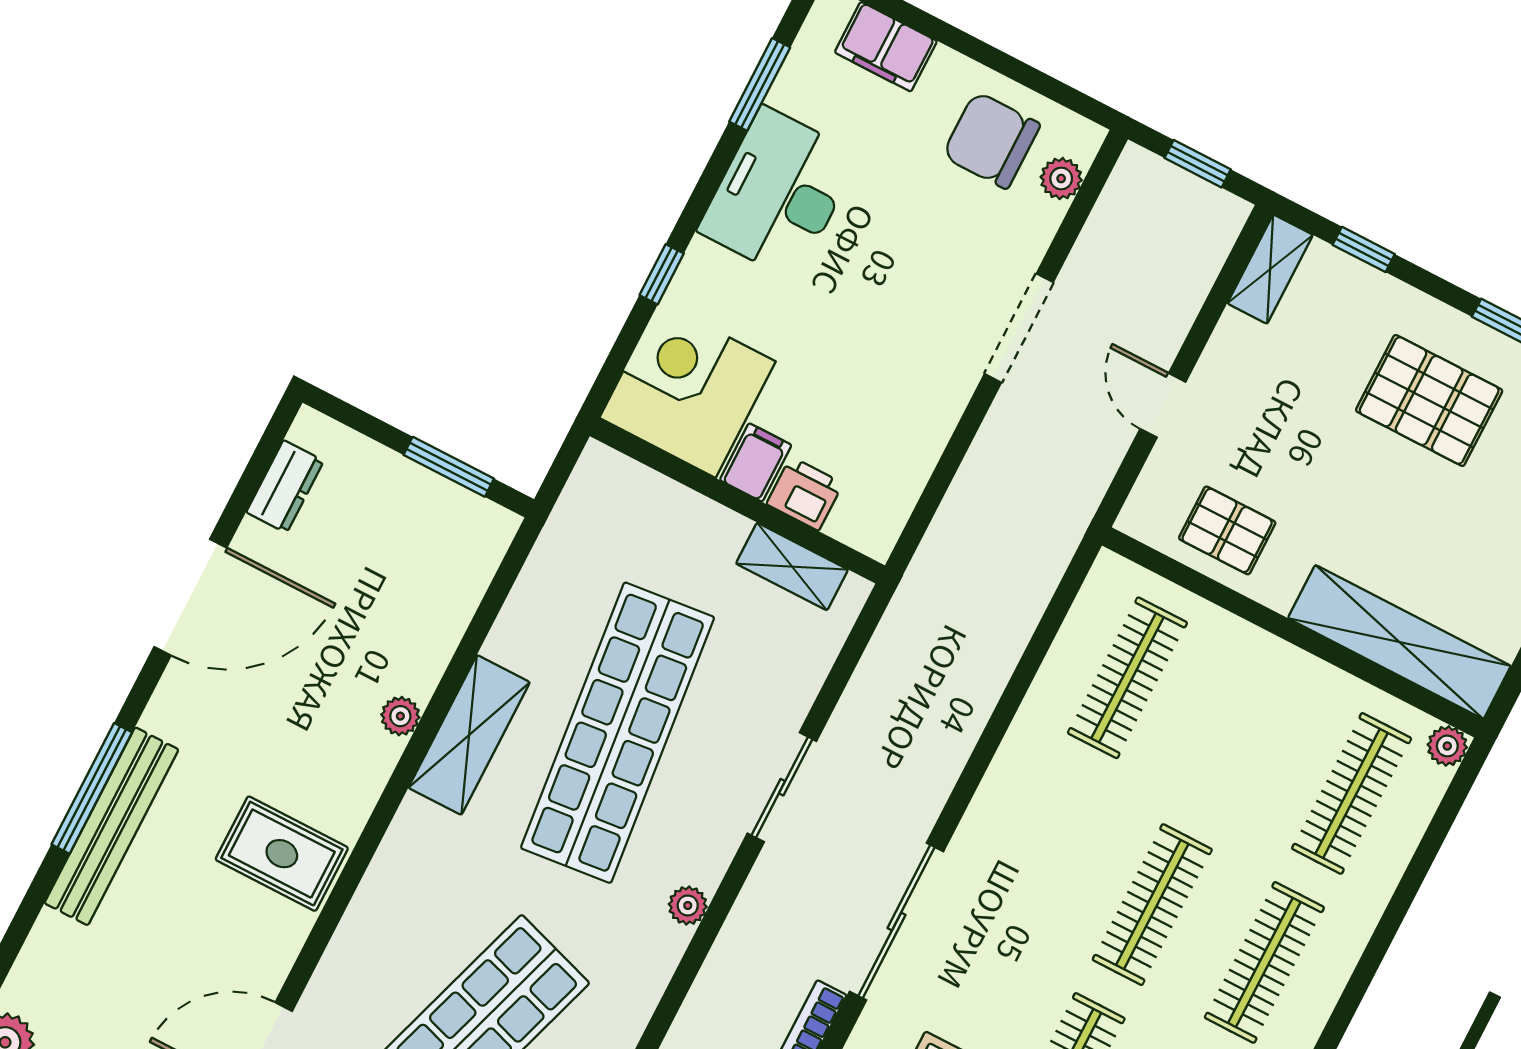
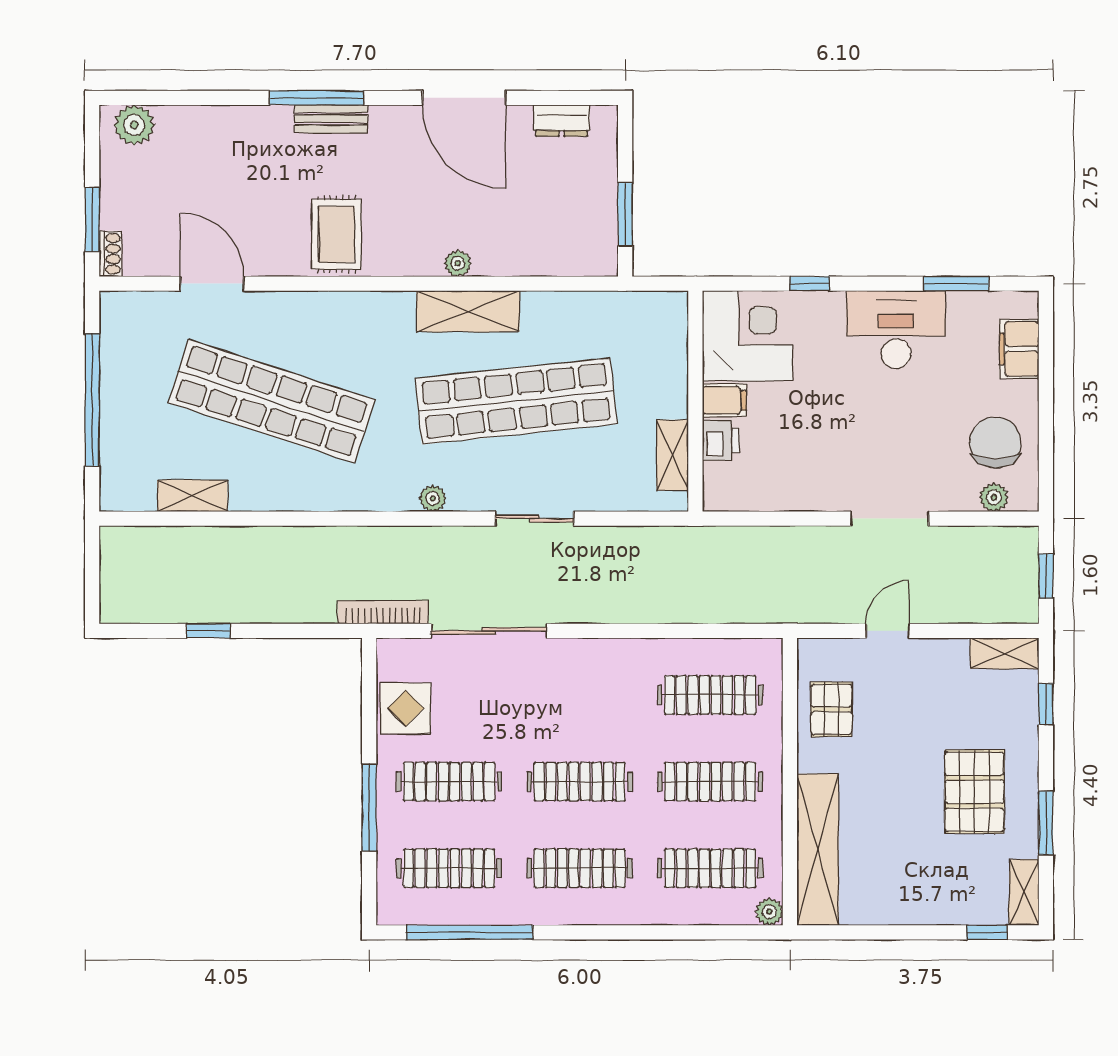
clothes rail: (1240, 736) -> (710, 782), added
bench: (111, 826) -> (331, 119), width x0.54, depth x0.82

